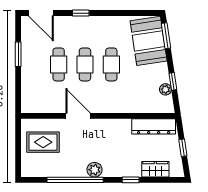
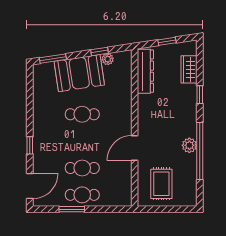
booth: (149, 41) -> (79, 73), moved
cafe table: (85, 64) -> (82, 195), moved
plant: (95, 170) -> (189, 145), moved

